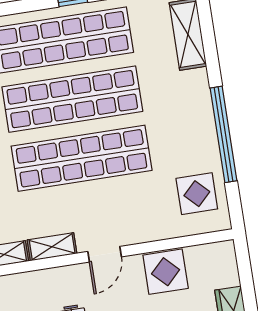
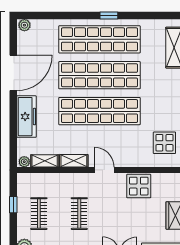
door: (105, 254) -> (104, 170), swing flipped

